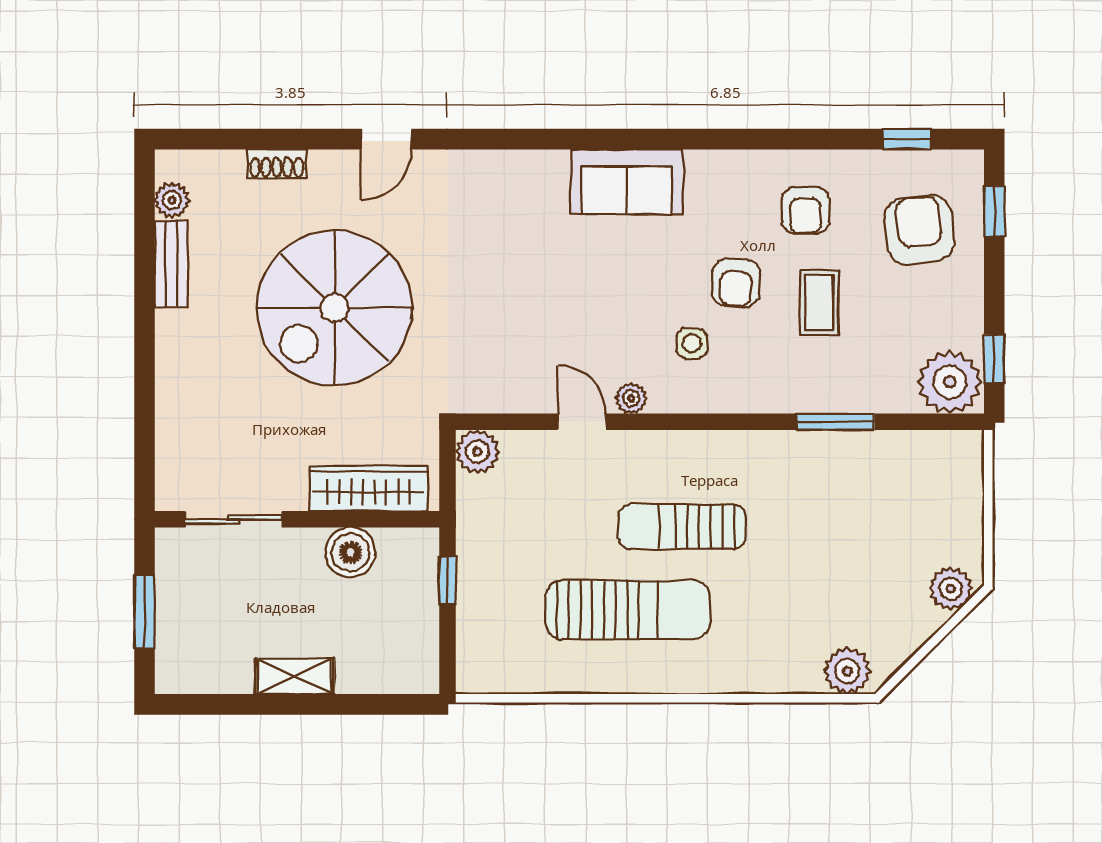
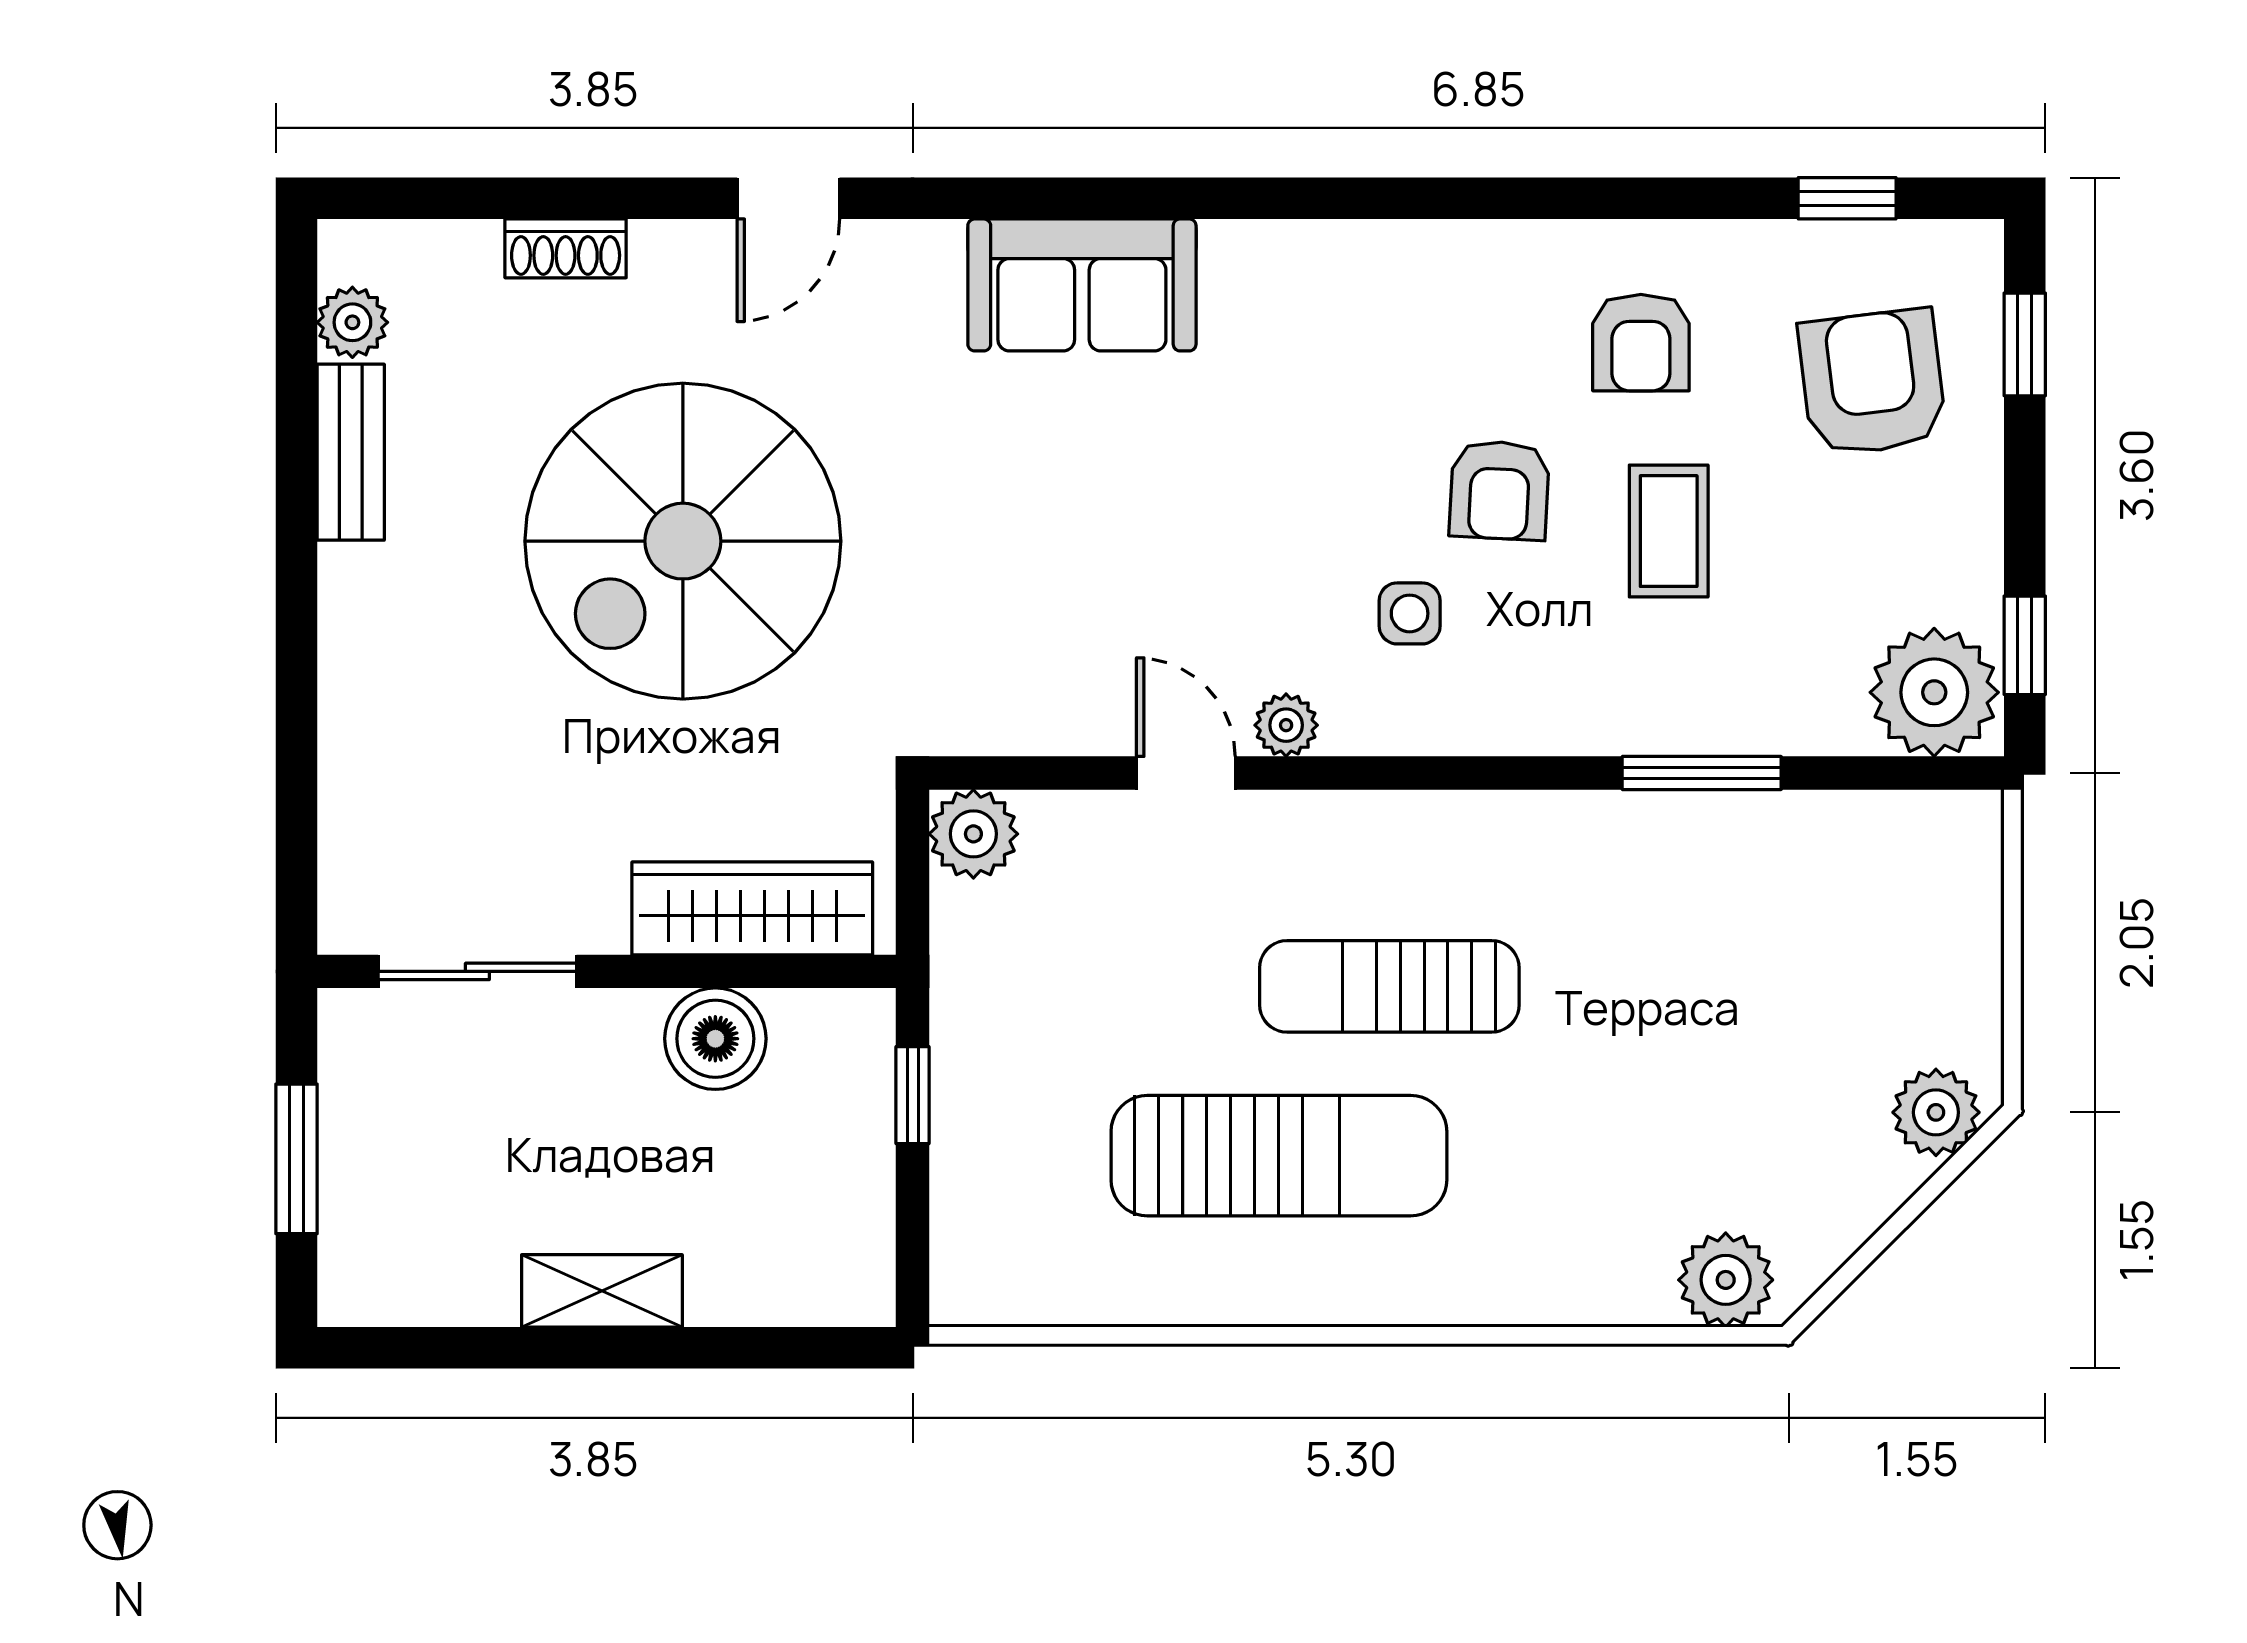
sofa: (627, 182) -> (1082, 285), moved

